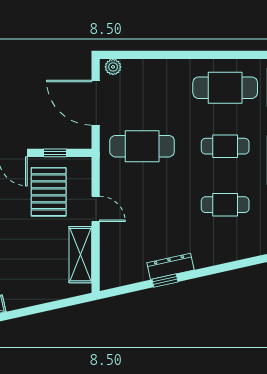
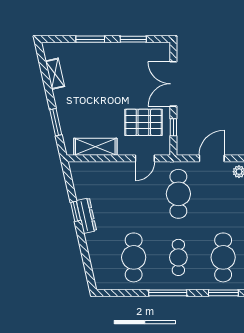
door: (96, 103) -> (212, 158), width x0.73
cafe table: (225, 205) -> (134, 257), width x1.37, depth x1.35
door: (96, 209) -> (145, 158), moved
window: (48, 306) -> (56, 122), added

